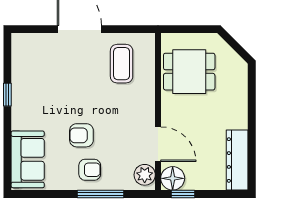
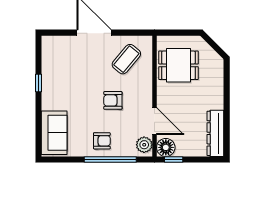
coffee table: (122, 64) -> (126, 59), turned 40
armchair: (81, 135) -> (113, 100), moved
window: (101, 194) -> (110, 159), width x1.46

